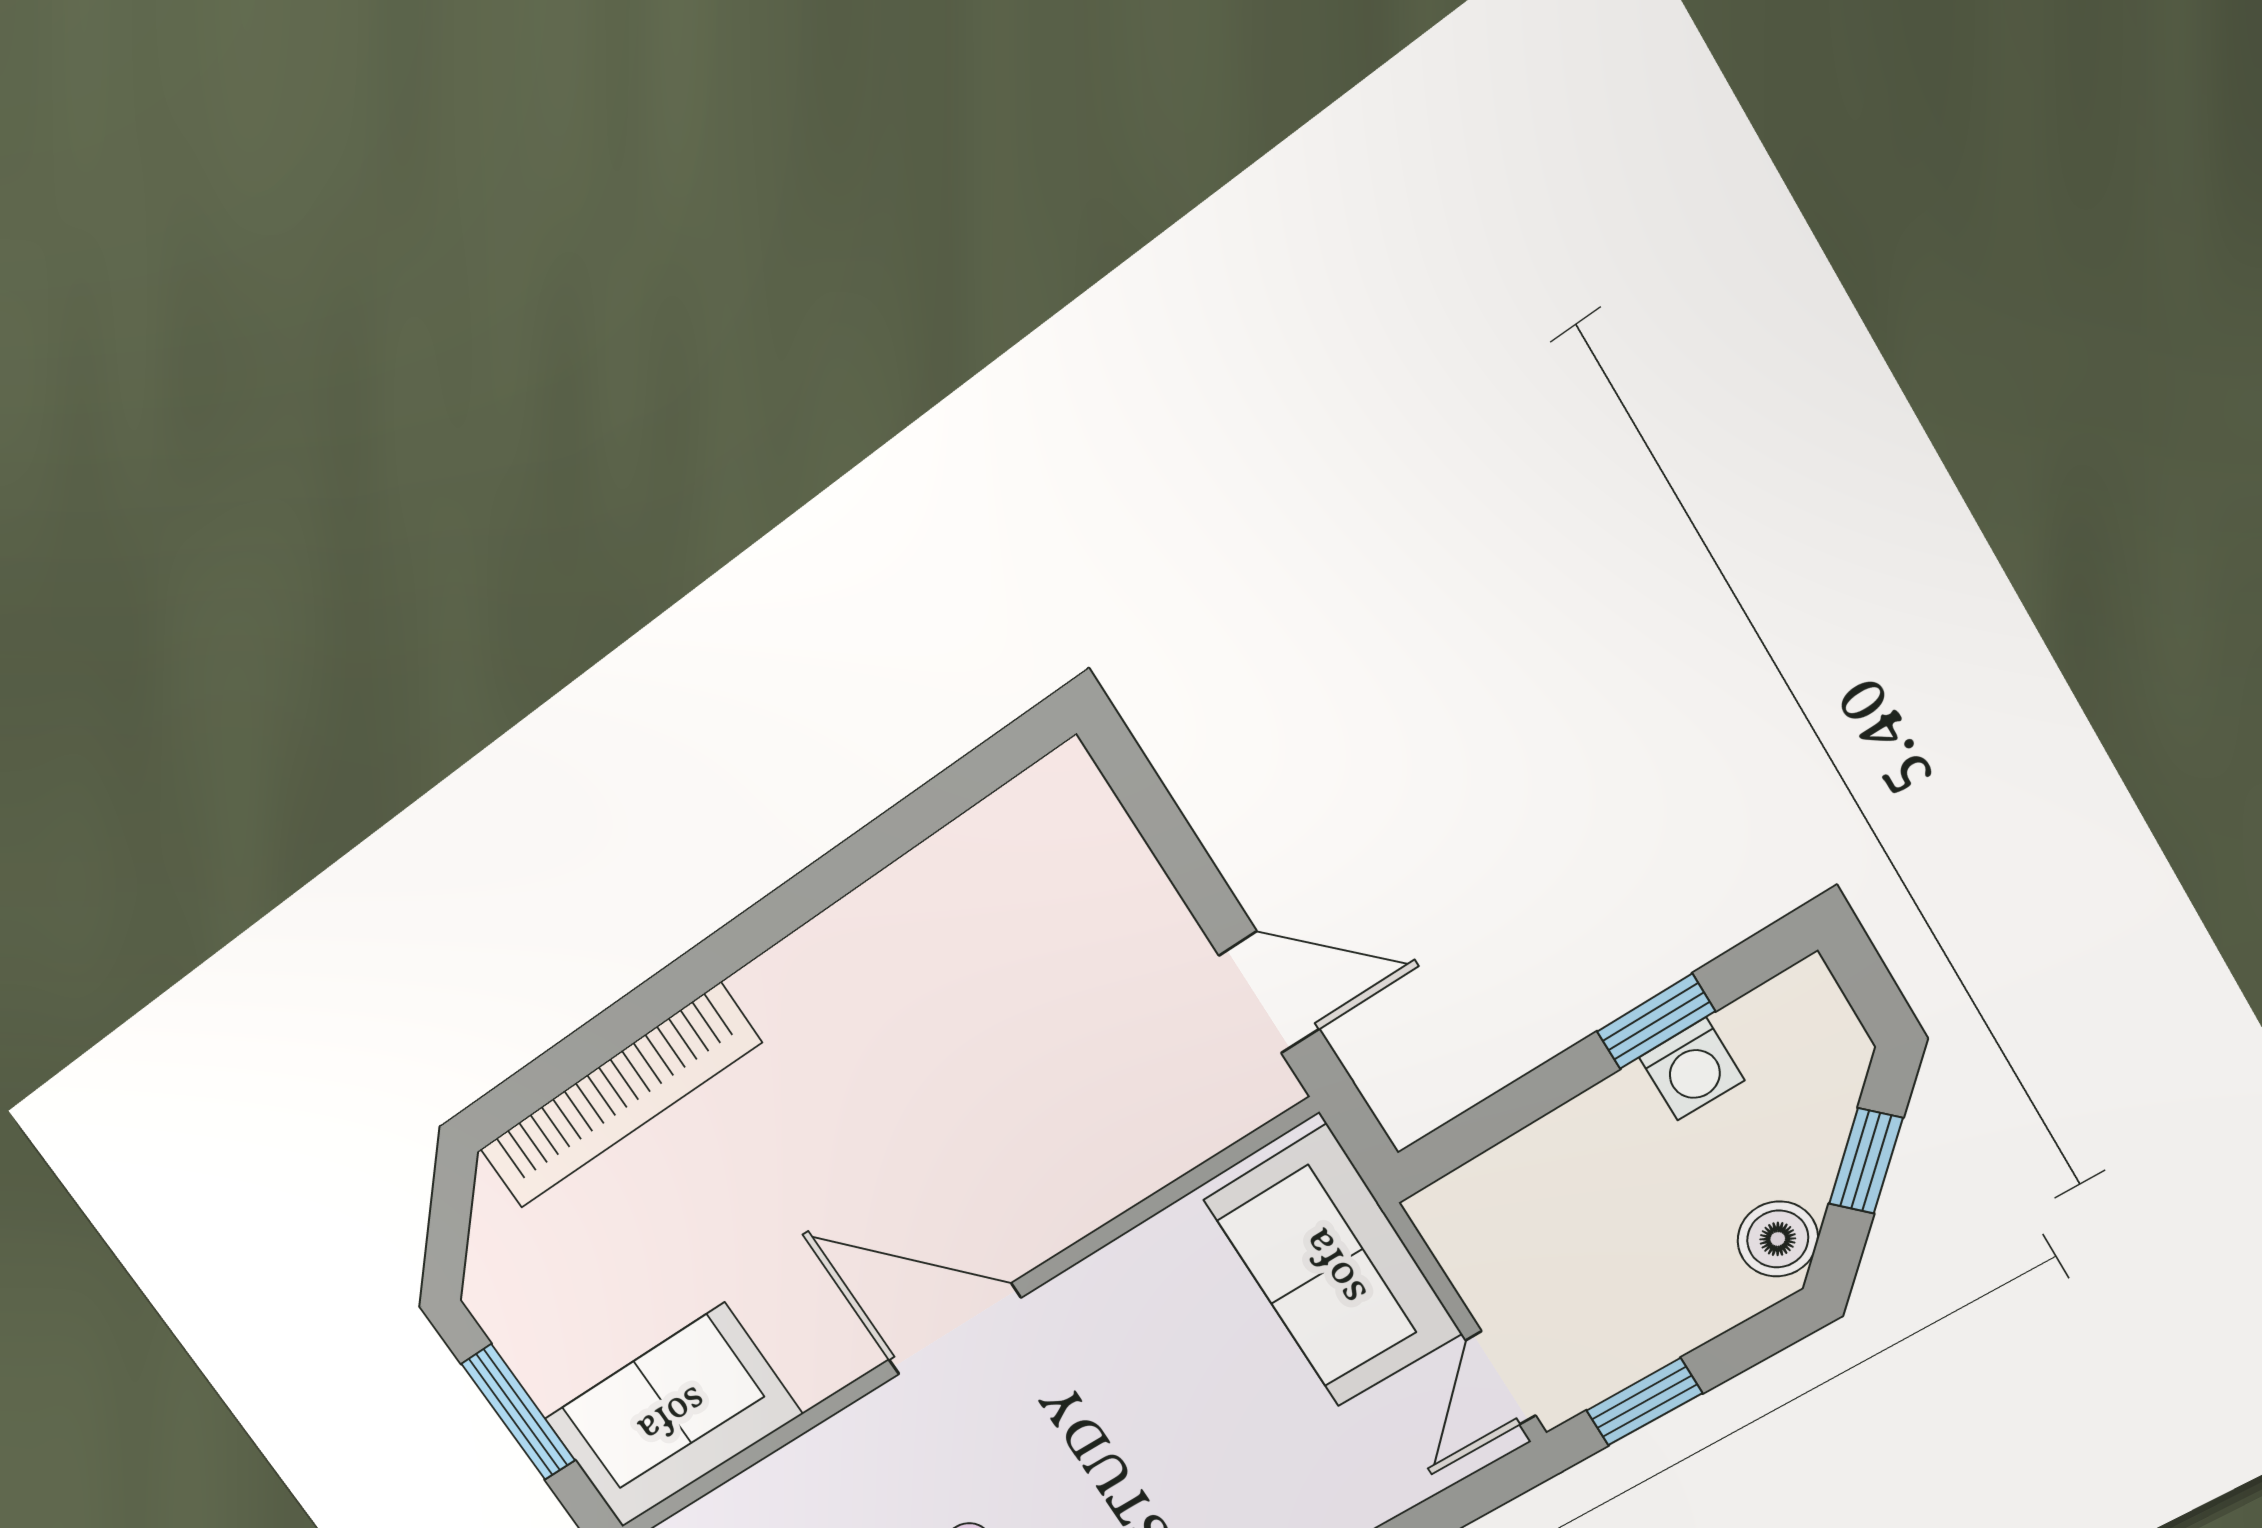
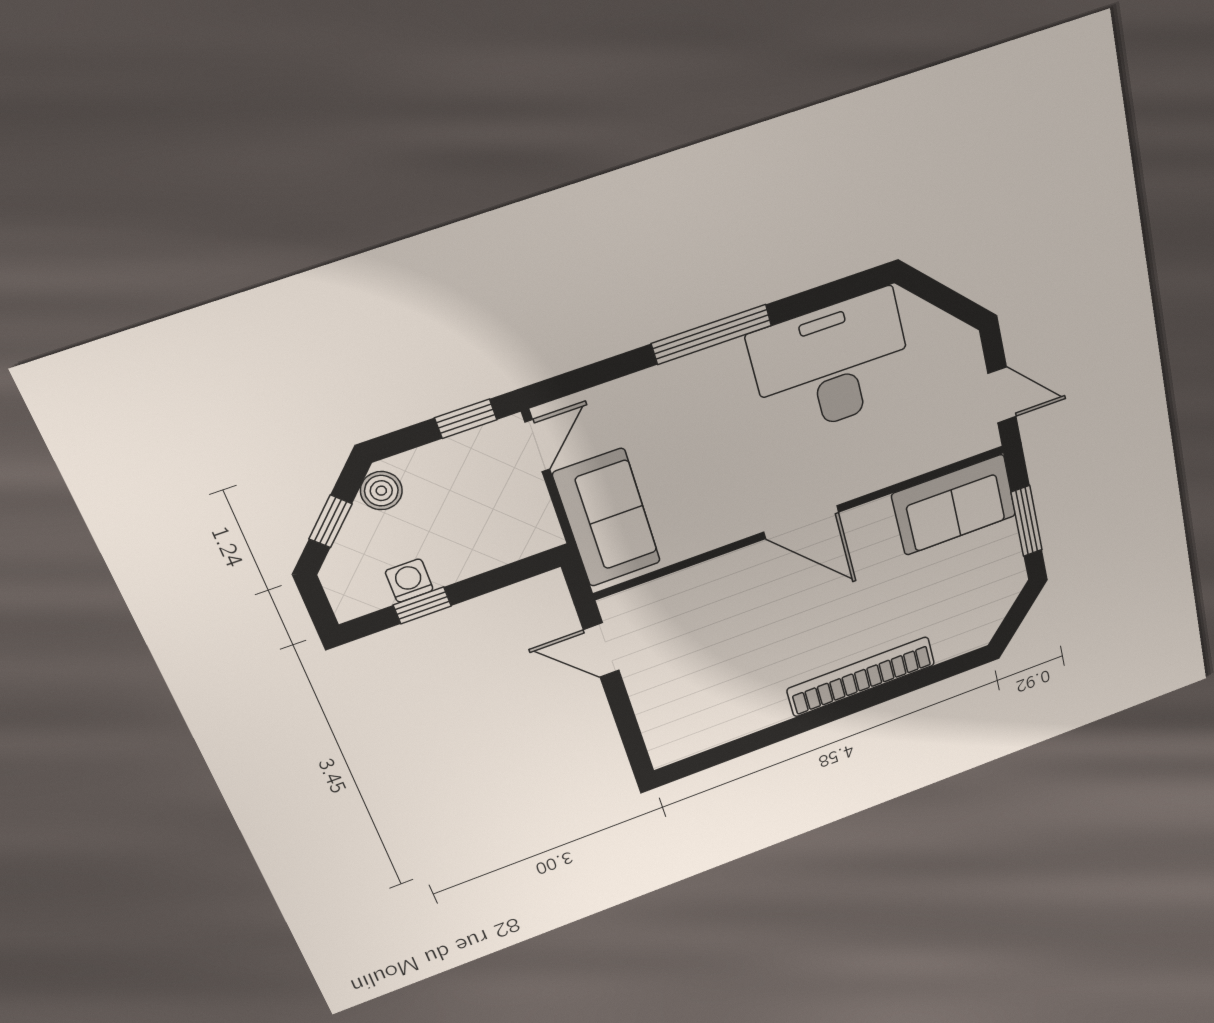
bookcase: (619, 1097) -> (861, 677), moved

